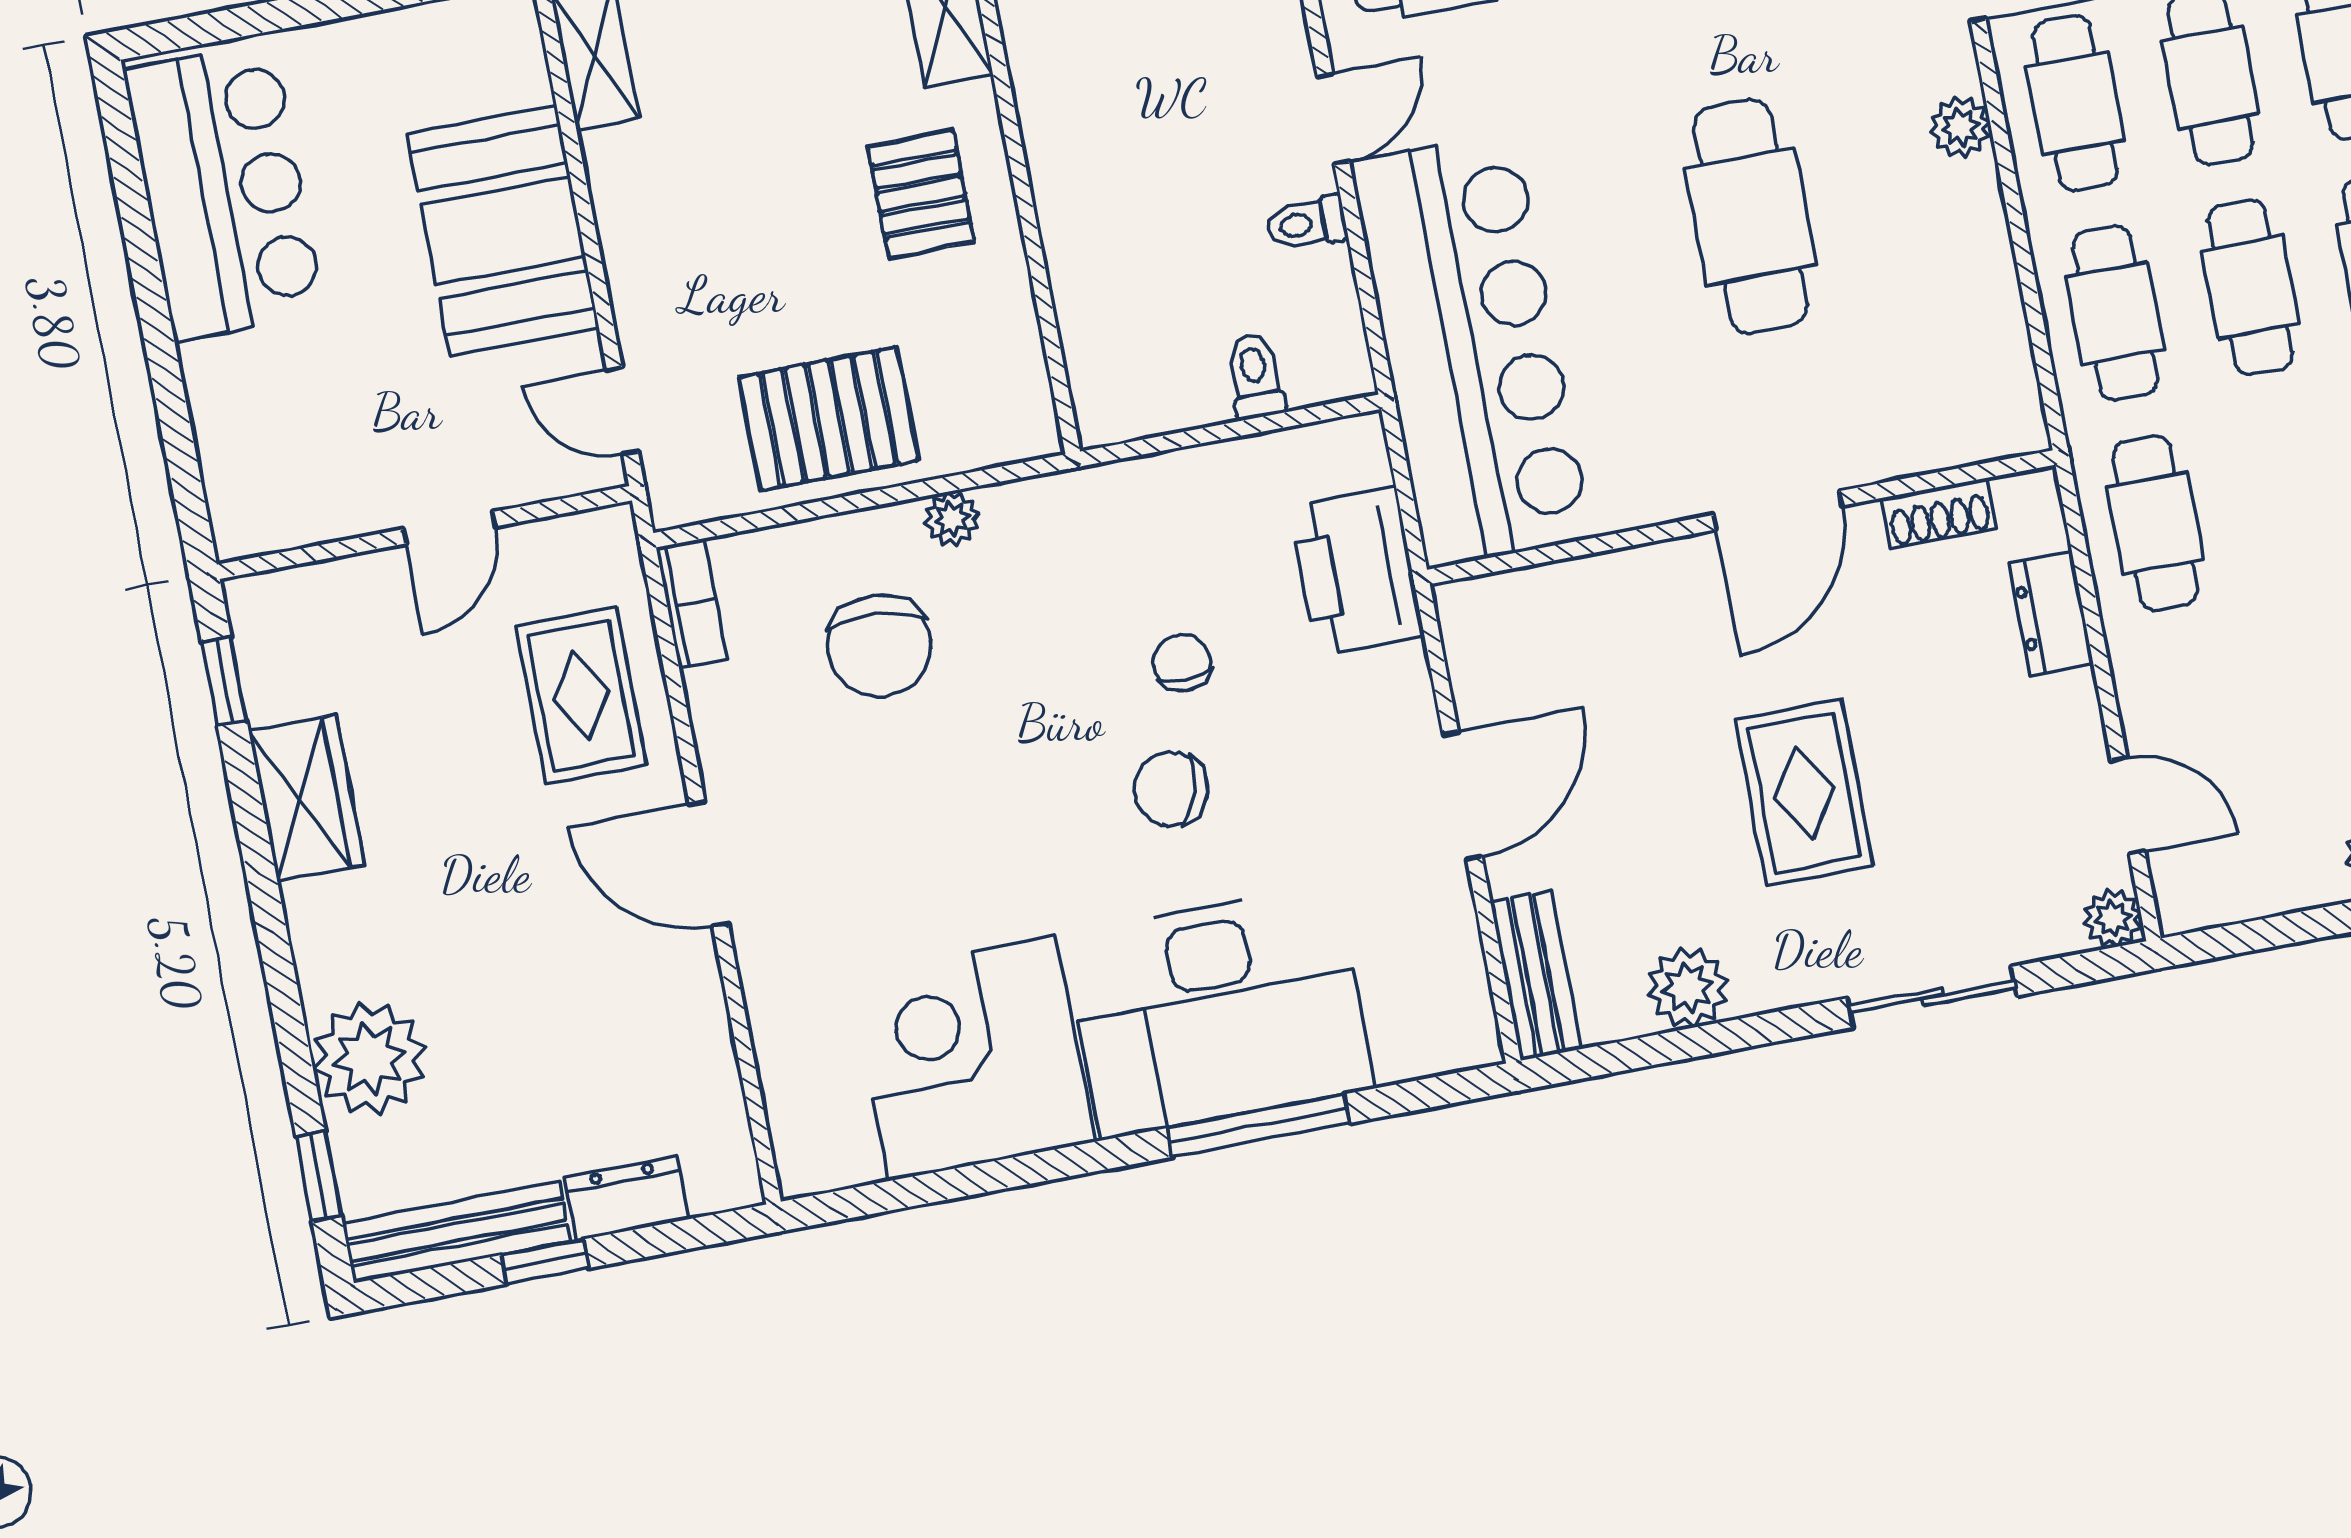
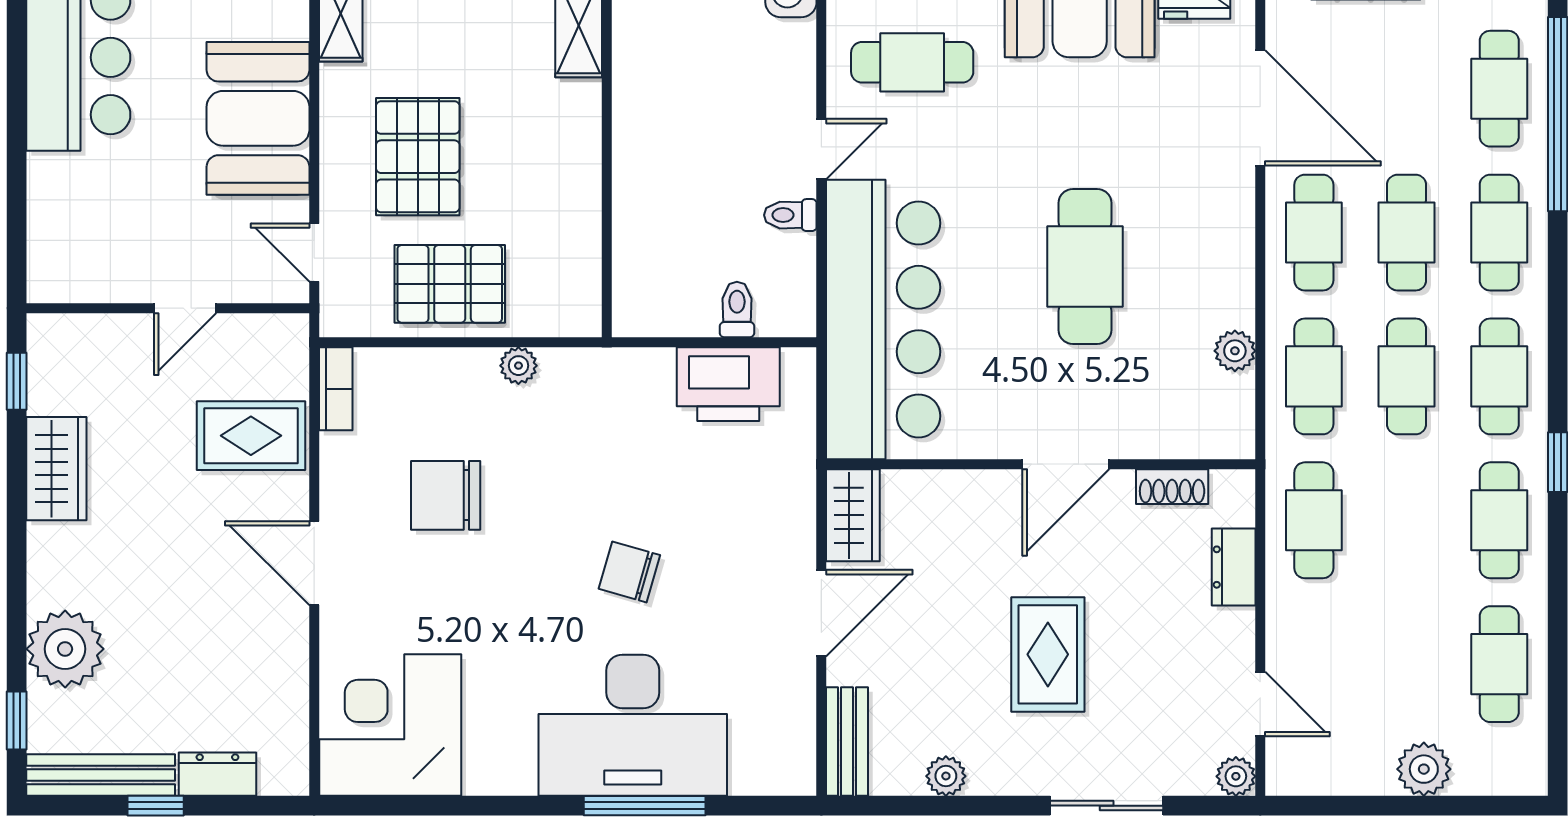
plant: (1960, 127) -> (1235, 351), moved
pallet: (921, 194) -> (418, 157), moved, width x1.50, depth x1.42
printer: (1357, 571) -> (728, 384), moved, turned -90
wardrobe: (1481, 644) -> (853, 515), added
chair: (879, 646) -> (446, 495), moved, turned 86
chair: (1182, 663) -> (653, 490), removed
rug: (581, 695) -> (251, 436), turned 90
plant: (1687, 988) -> (946, 776), width x0.73, depth x0.73
corner desk: (972, 1058) -> (390, 725), moved

